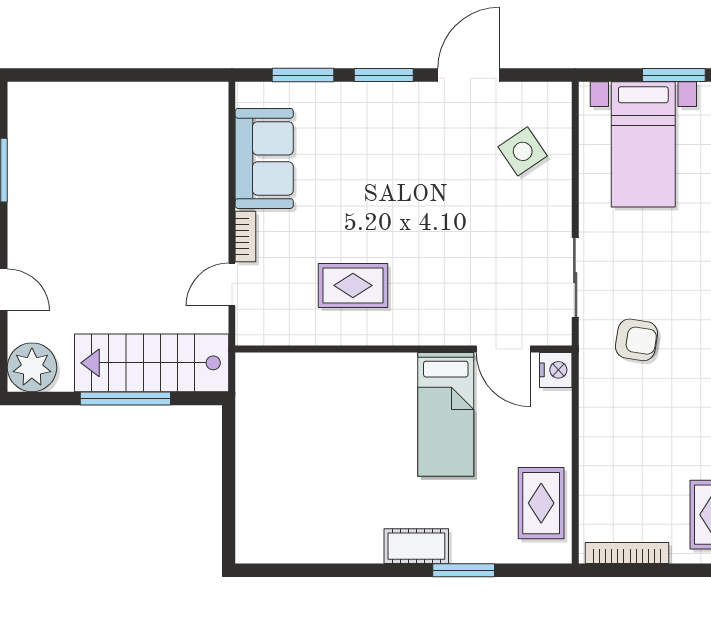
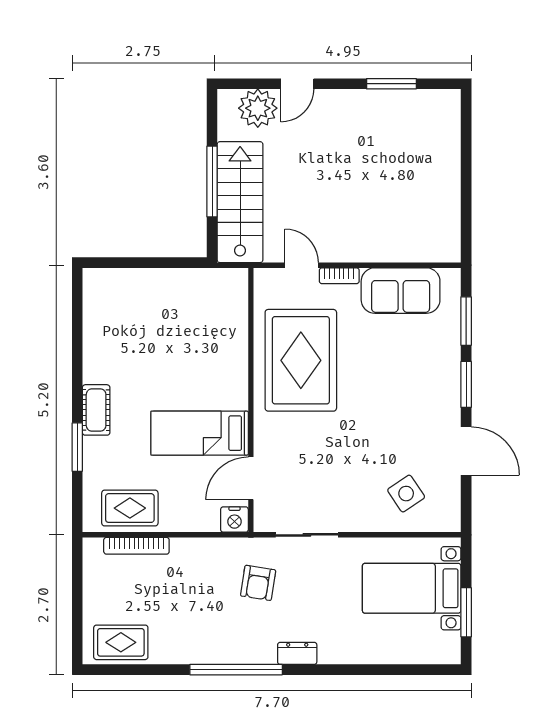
rug: (353, 285) -> (301, 360), width x1.86, depth x2.06
plant: (32, 367) -> (258, 108), moved
bookcase: (627, 553) -> (136, 546), moved, turned 90

